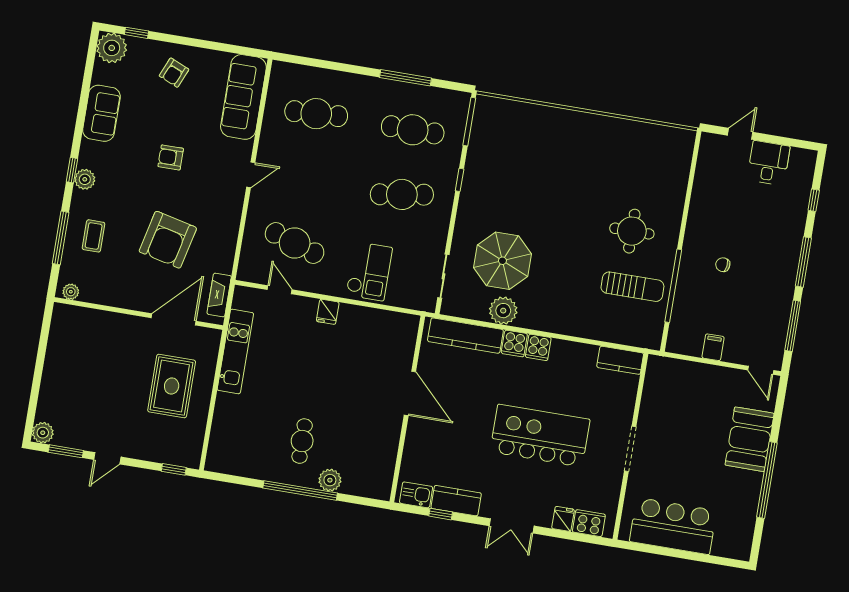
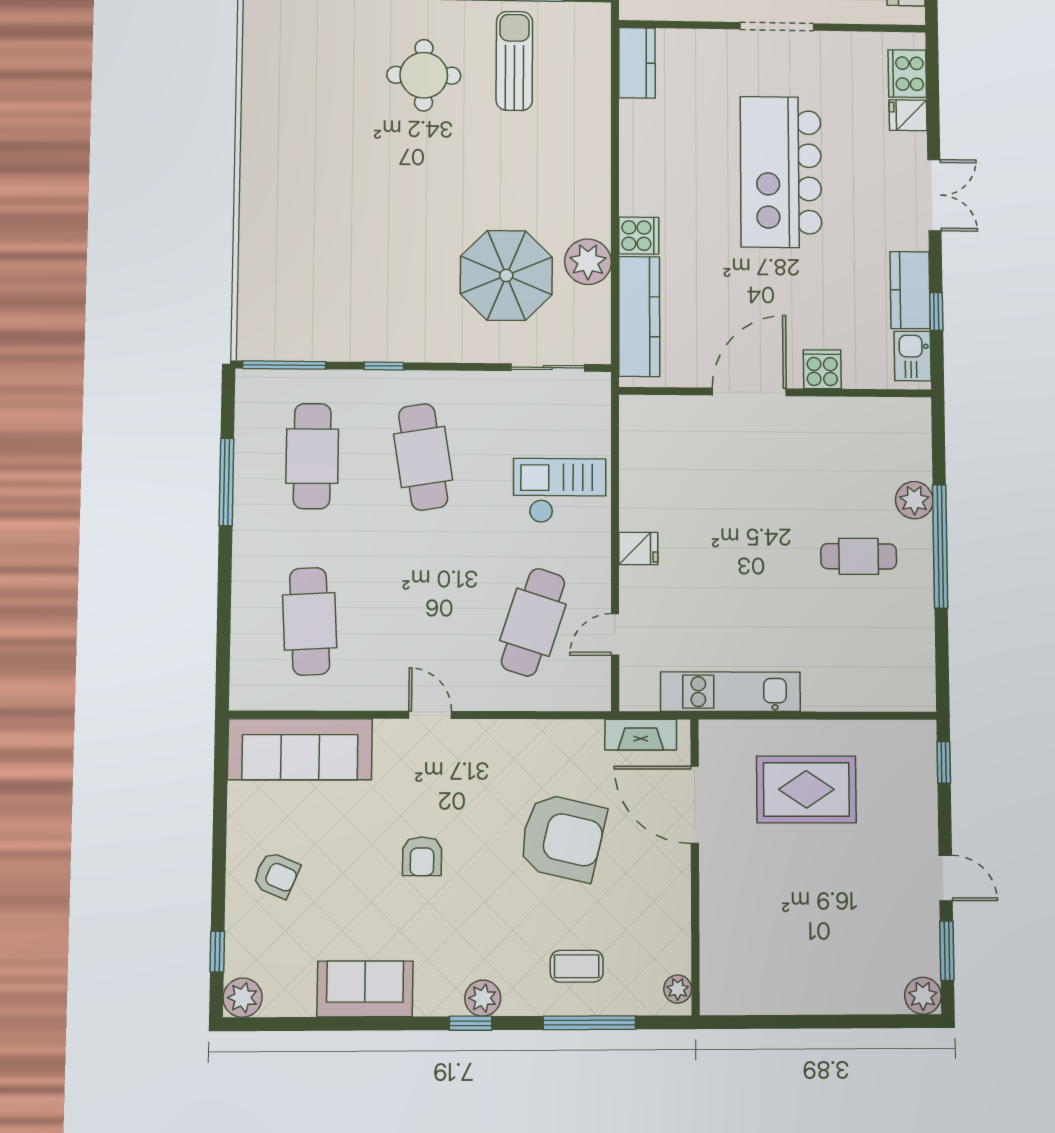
plant: (112, 48) -> (243, 998), width x0.73, depth x0.73
cooker: (538, 347) -> (822, 369), moved, turned -90

